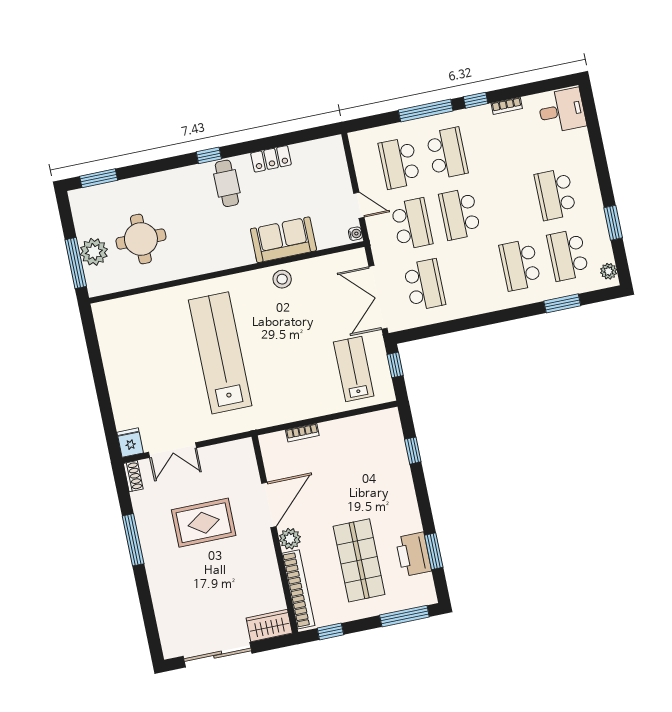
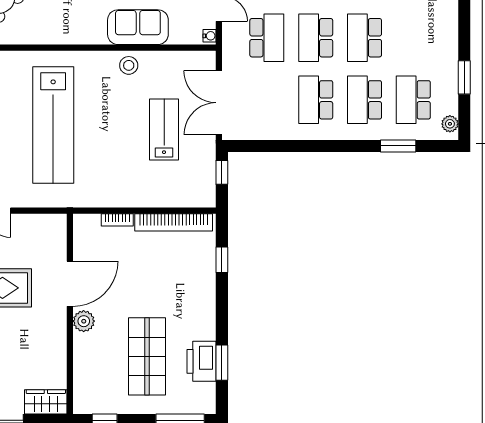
school desk: (555, 194) -> (364, 38), moved
school desk: (424, 285) -> (316, 100), moved, turned 180
lab bench: (220, 353) -> (53, 125), turned 180
lab bench: (354, 369) -> (164, 129), moved
bookcase: (298, 589) -> (174, 222), moved, turned 90

